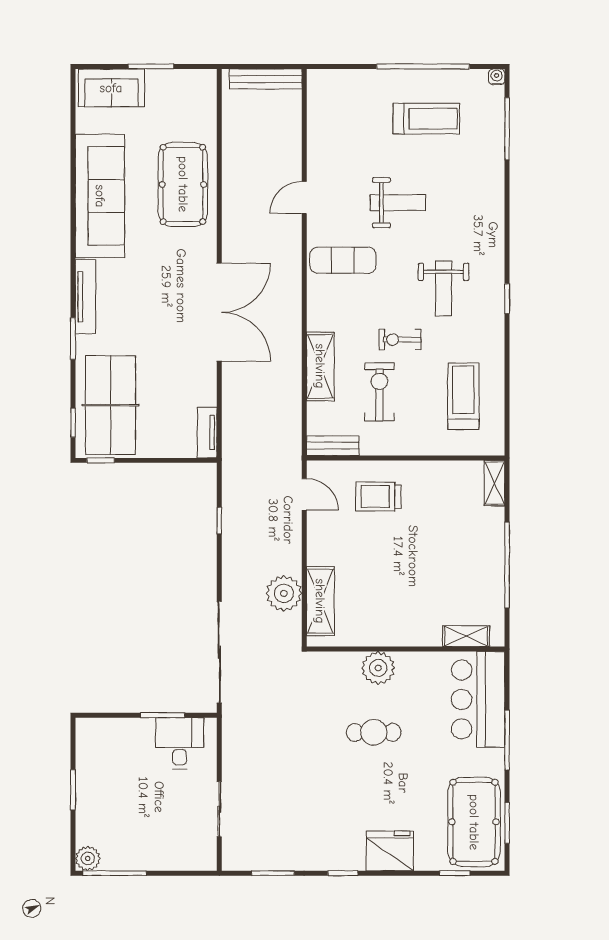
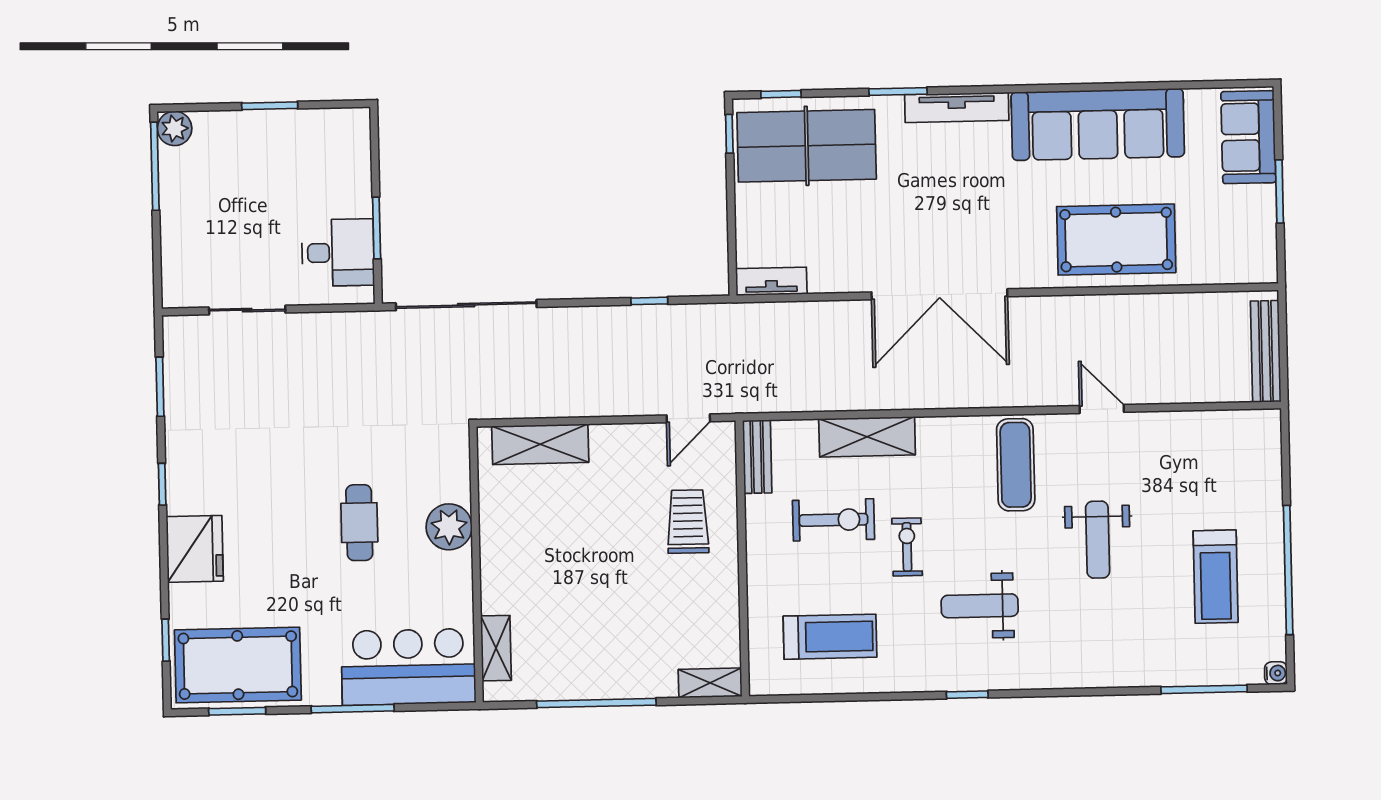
plant: (284, 593) -> (550, 393), removed

